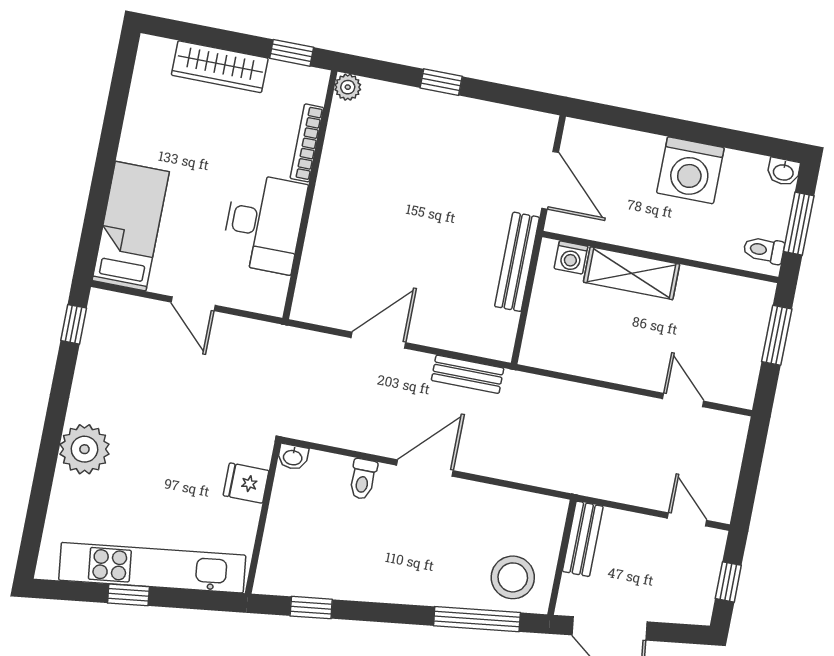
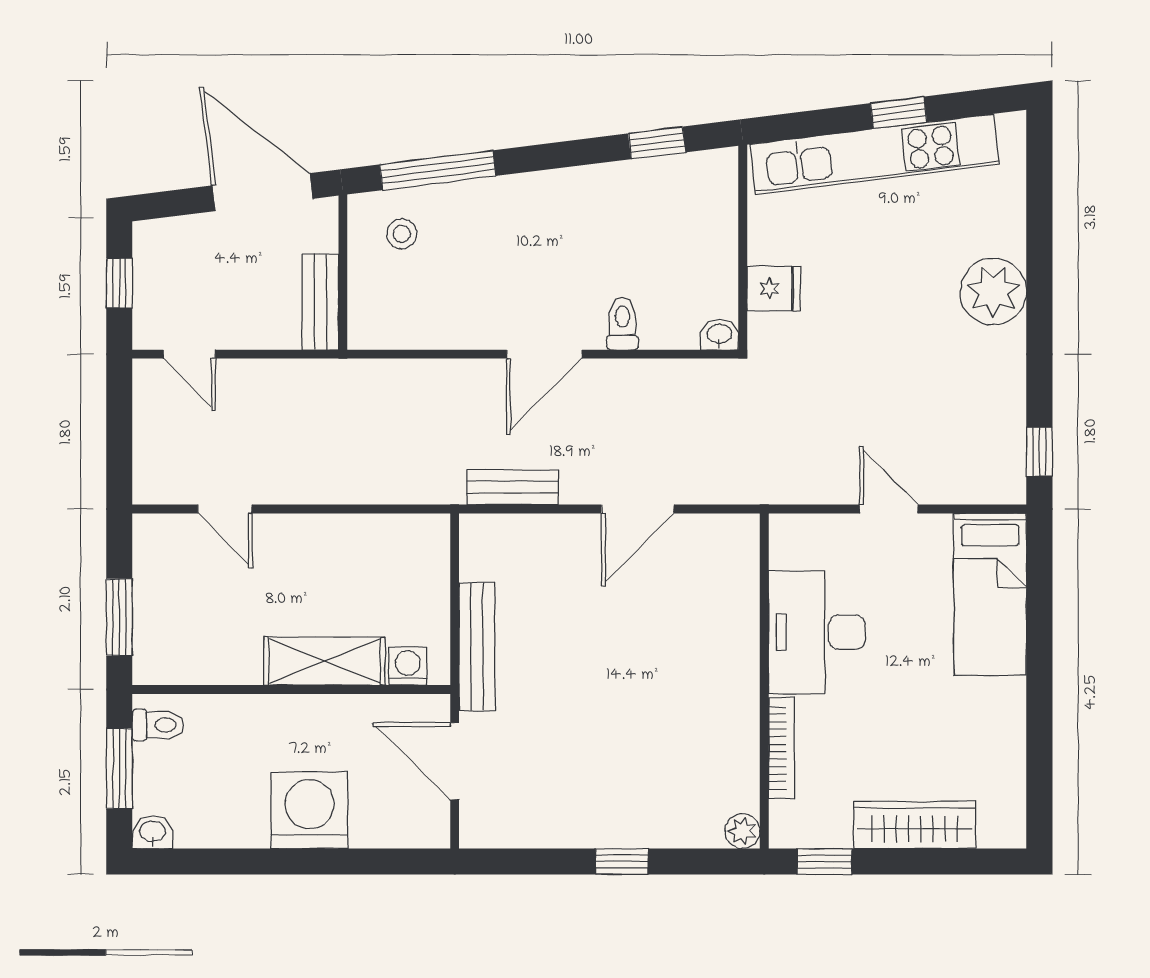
washing machine: (690, 170) -> (310, 810), moved
stool: (513, 577) -> (402, 234), width x0.53, depth x0.53

